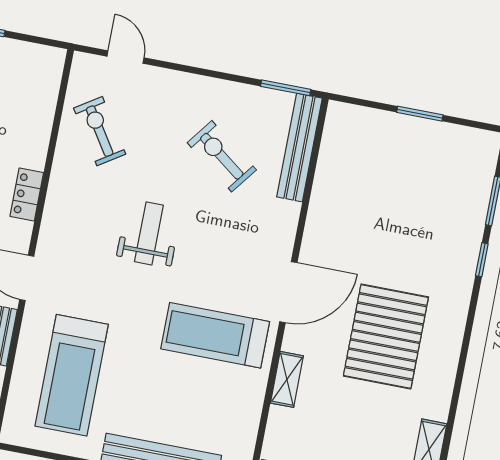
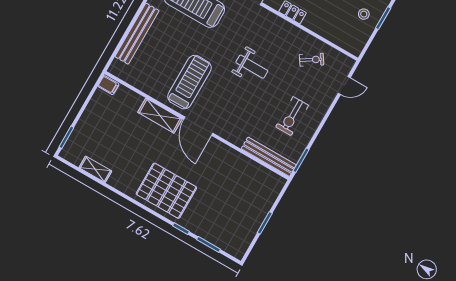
exercise bike: (100, 131) -> (312, 60), width x0.73, depth x0.72
exercise bike: (222, 156) -> (292, 116), moved, turned 143
pallet: (386, 336) -> (166, 191), moved
shelving: (287, 379) -> (160, 116), width x1.50, depth x1.33

